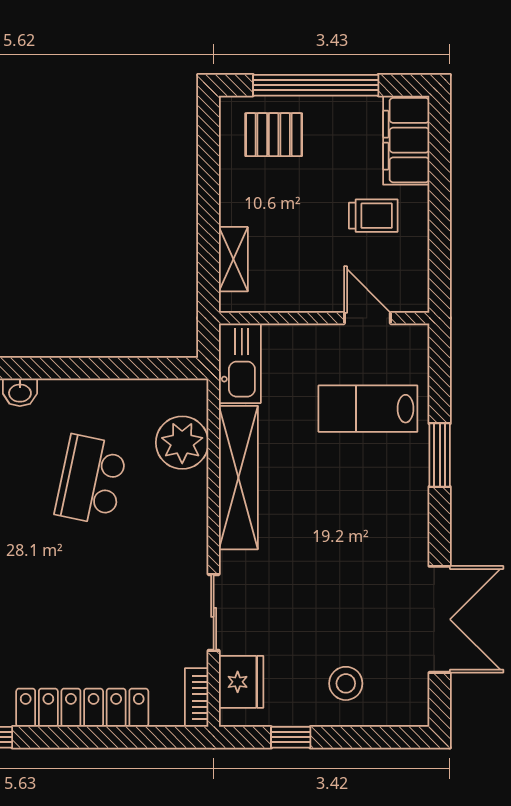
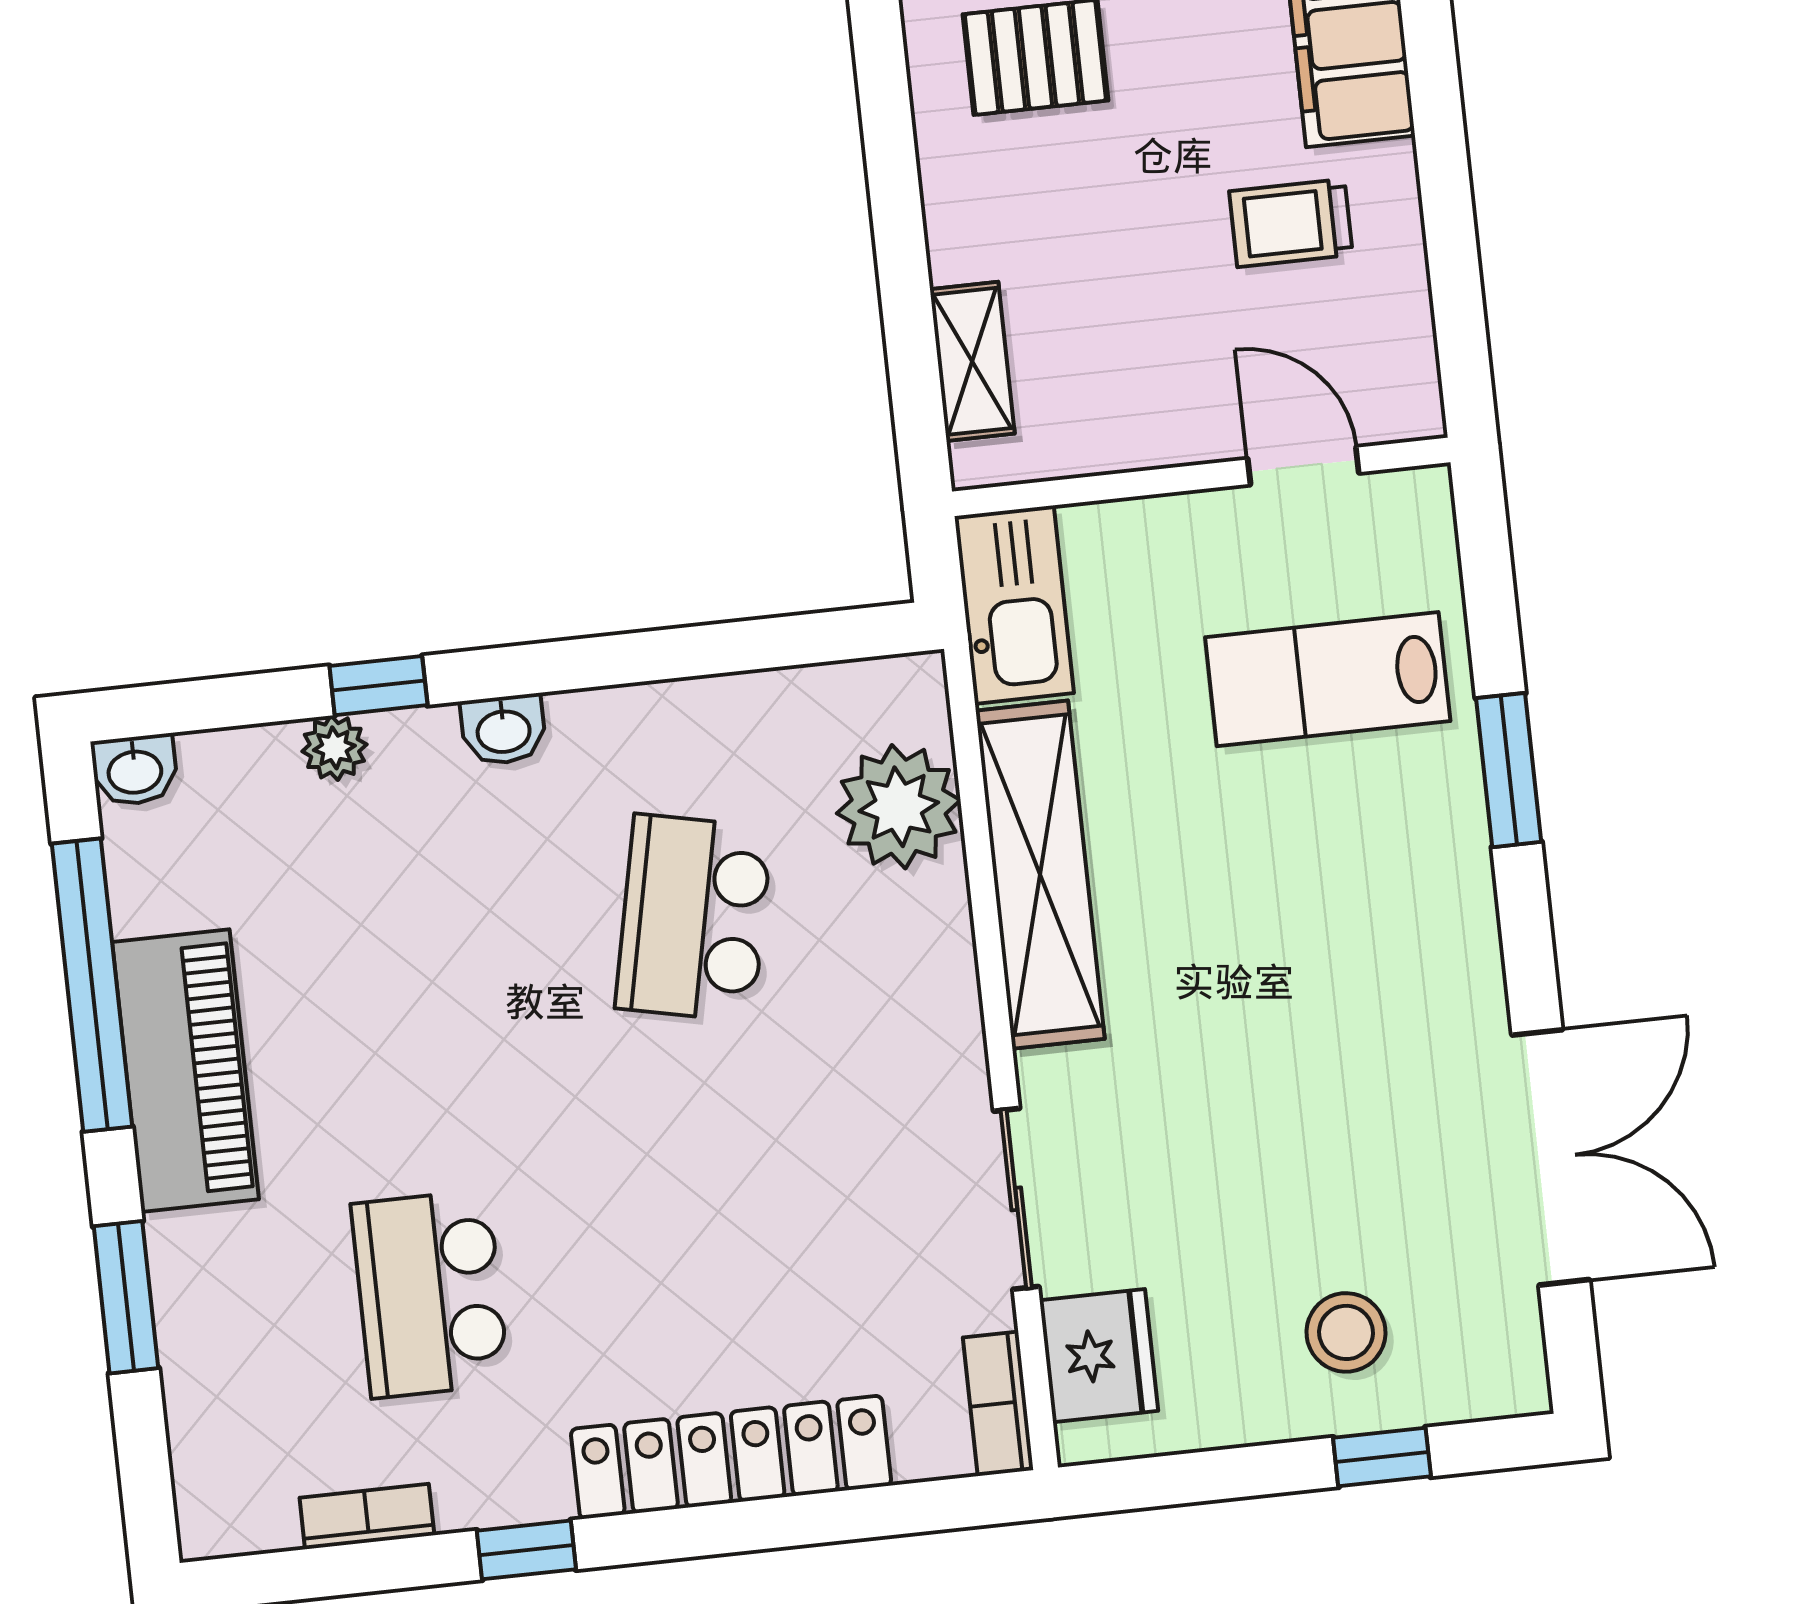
trolley: (373, 216) -> (1291, 223), turned 180
window: (291, 737) -> (1382, 1457), moved

